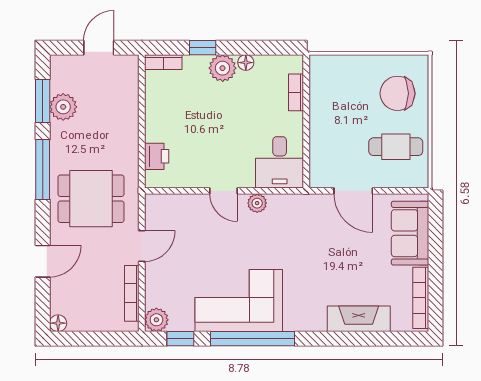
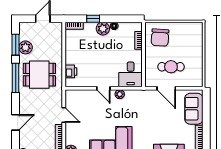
chair: (397, 93) -> (160, 38), moved, turned -86
cafe table: (396, 147) -> (171, 67), moved
dining table: (91, 199) -> (39, 75), moved
door: (142, 246) -> (64, 115), hinge flipped

